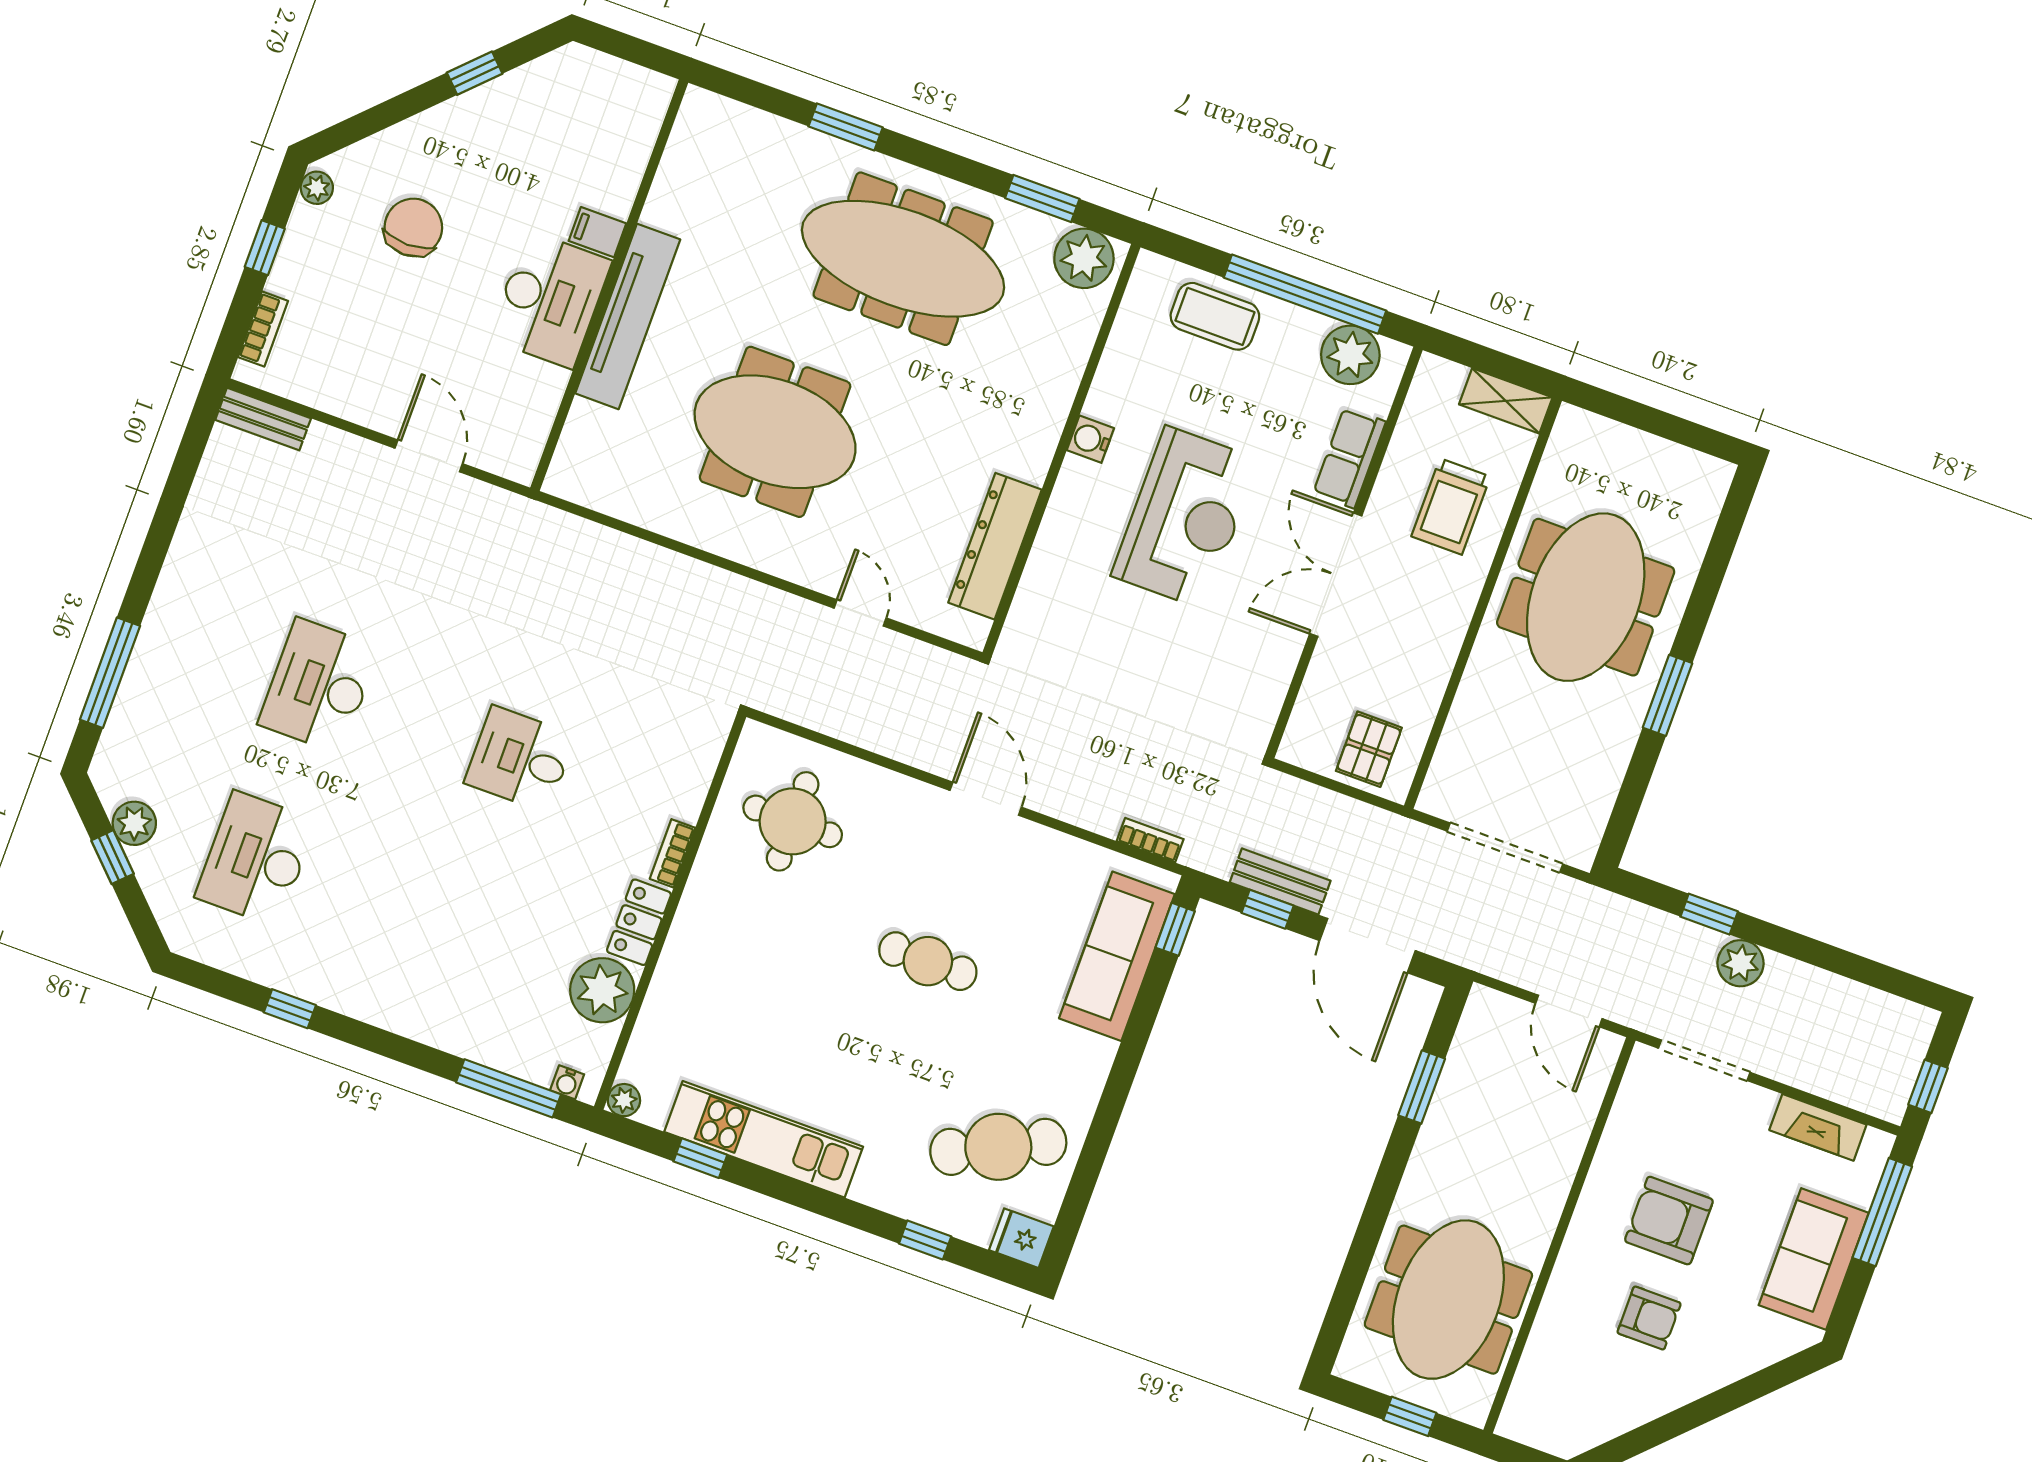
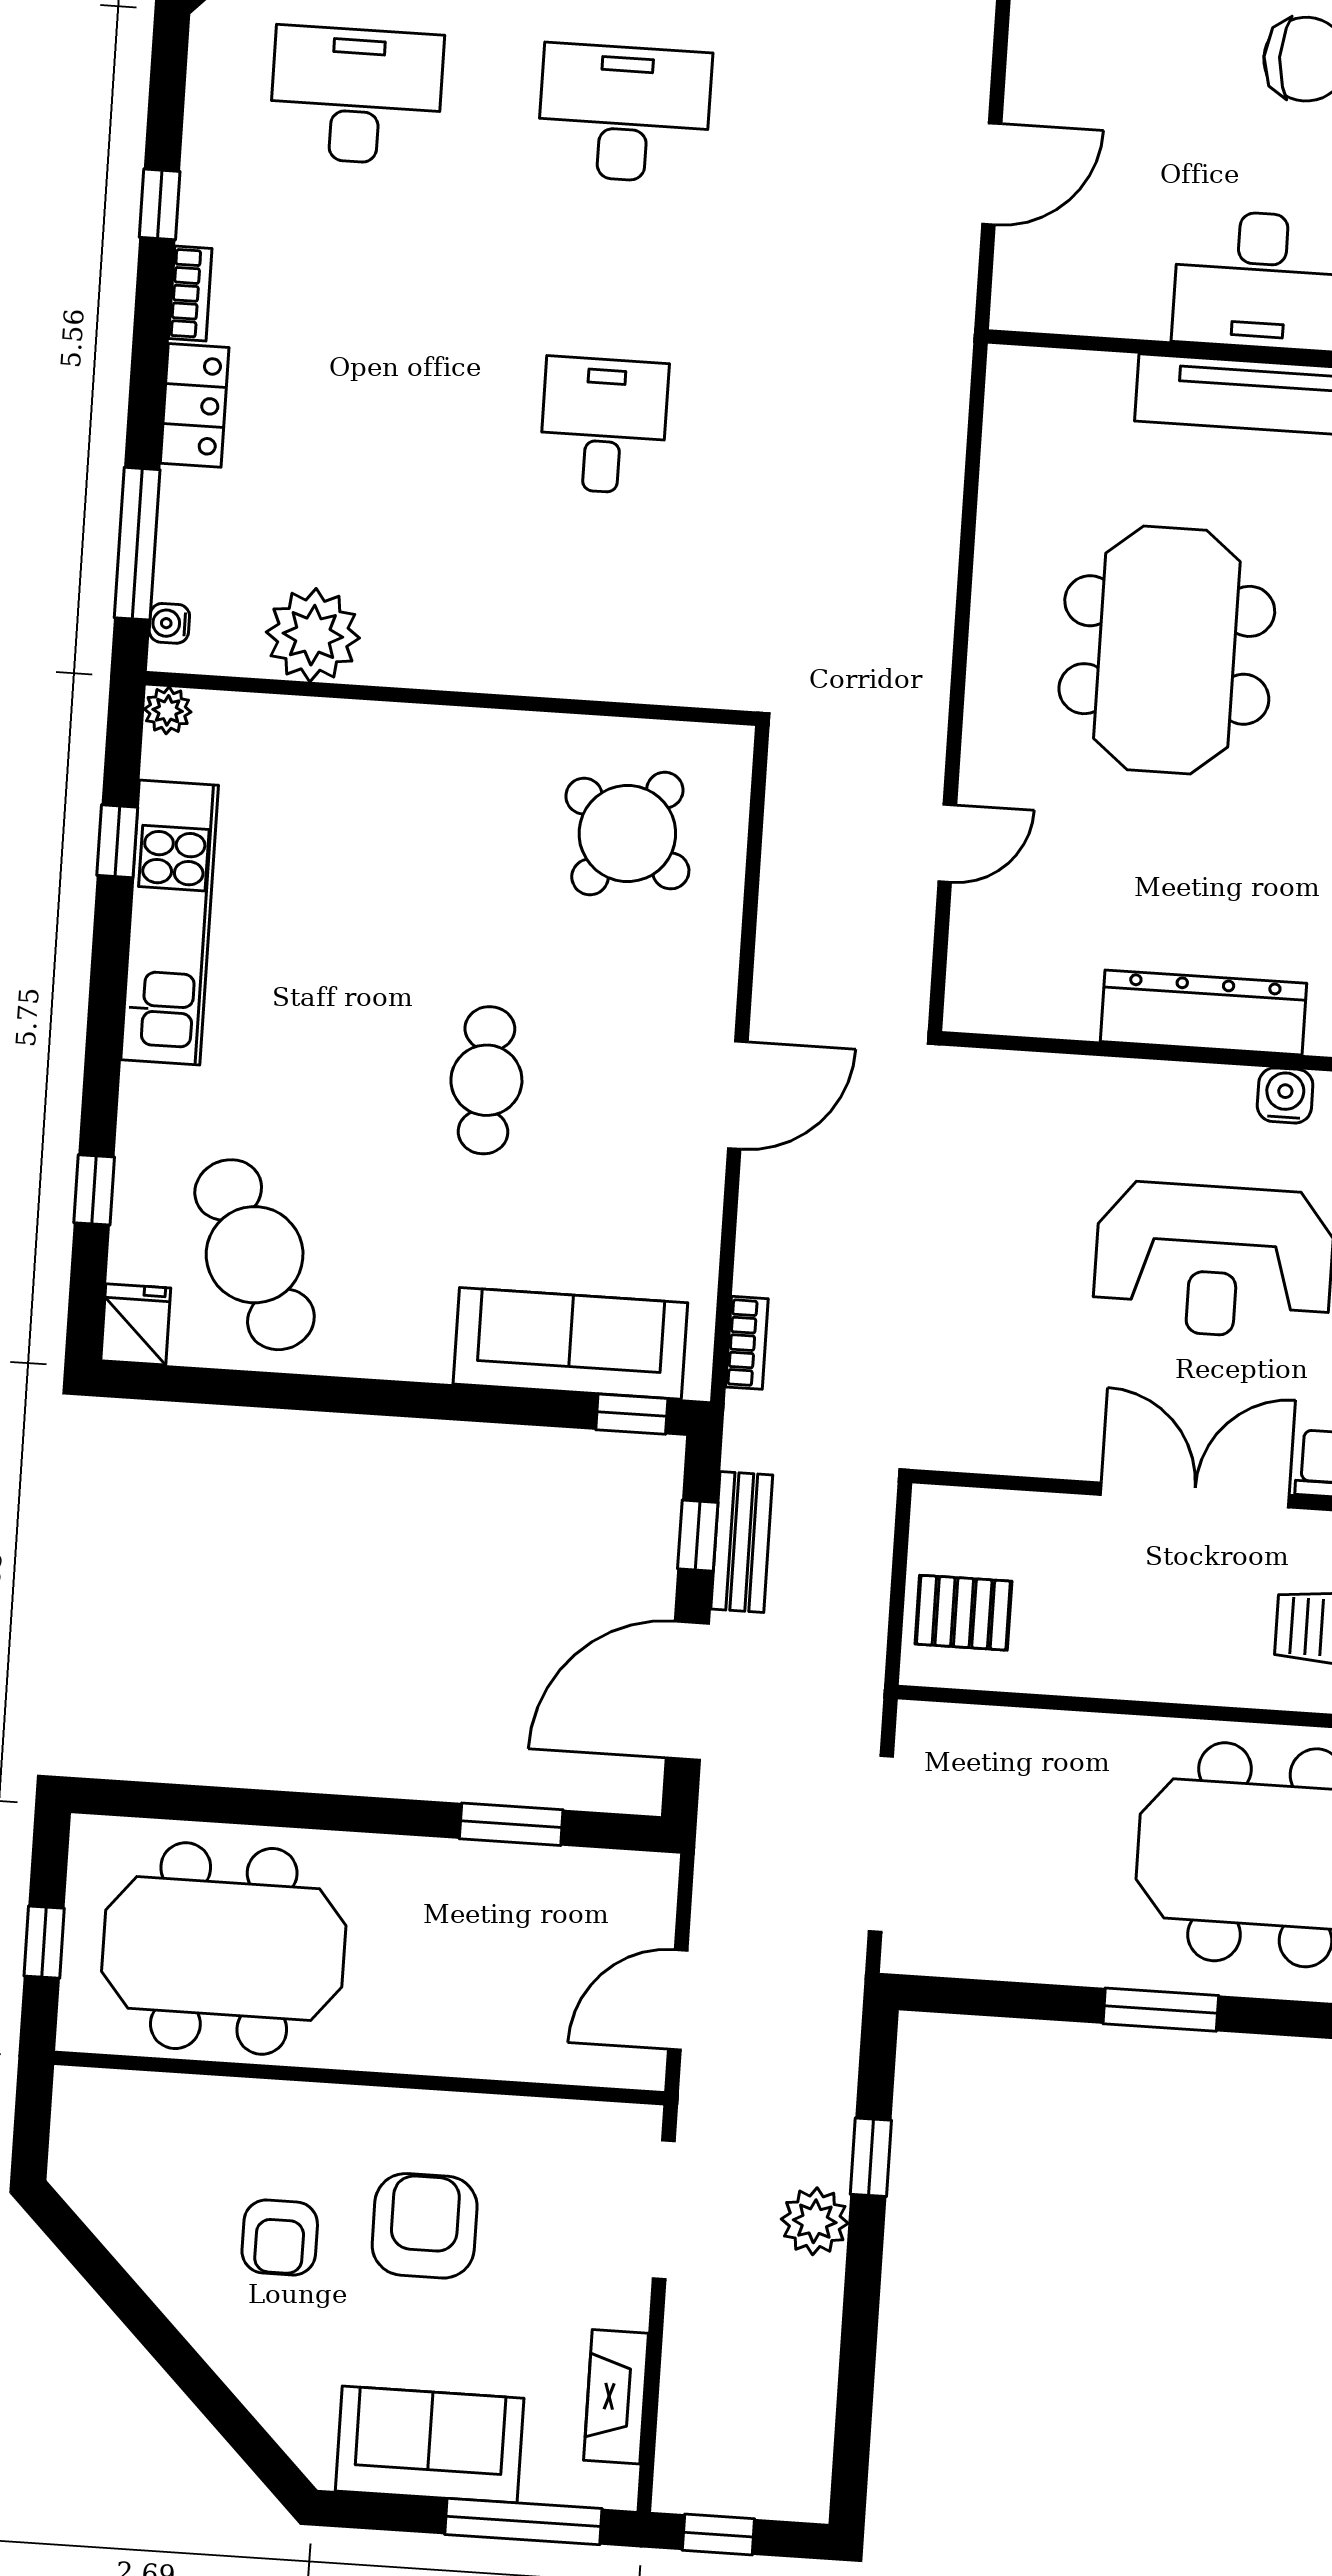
dresser: (995, 546) -> (1204, 1012), moved
round table: (793, 821) -> (627, 834), turned 37
bookcase: (673, 853) -> (190, 294), moved, turned 90
locker: (639, 922) -> (195, 405), moved, turned 90

